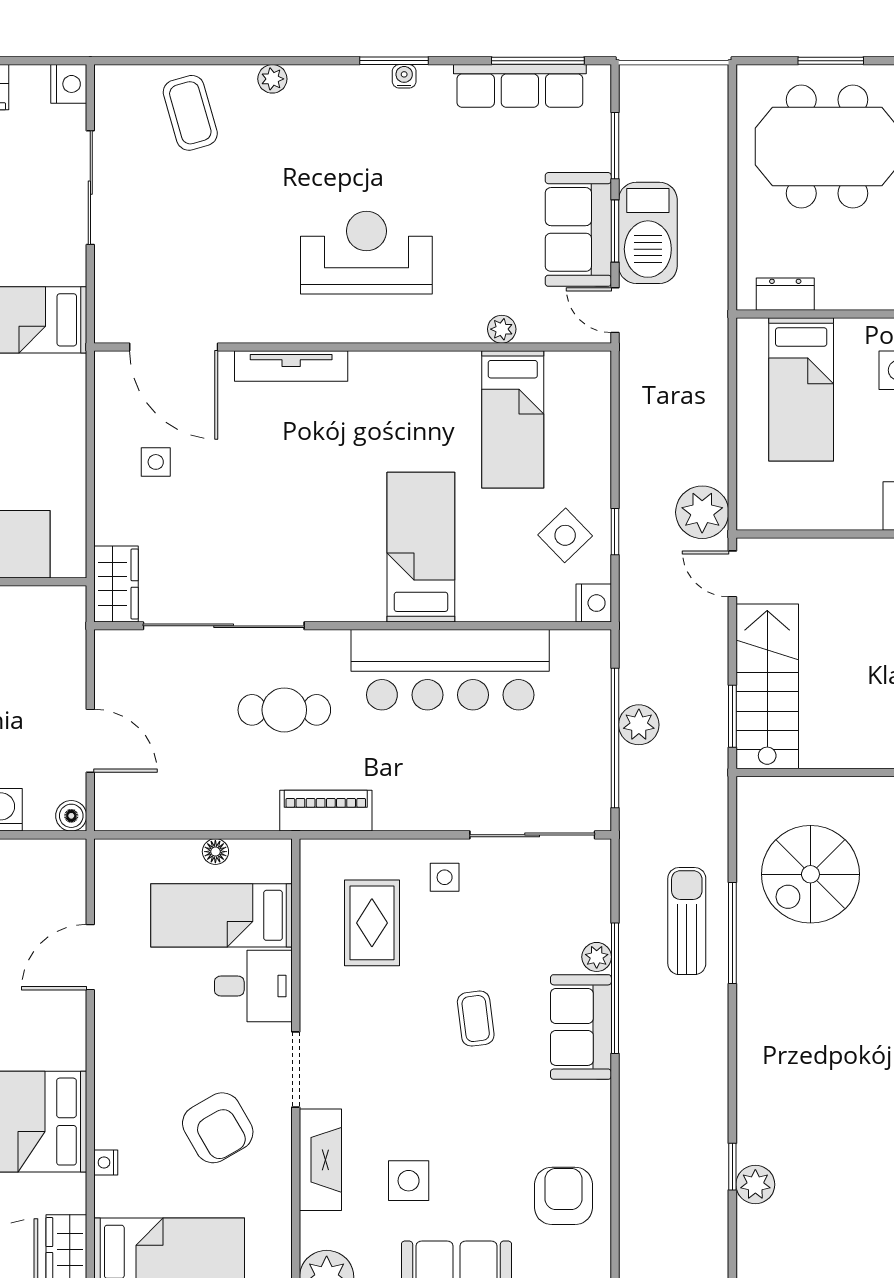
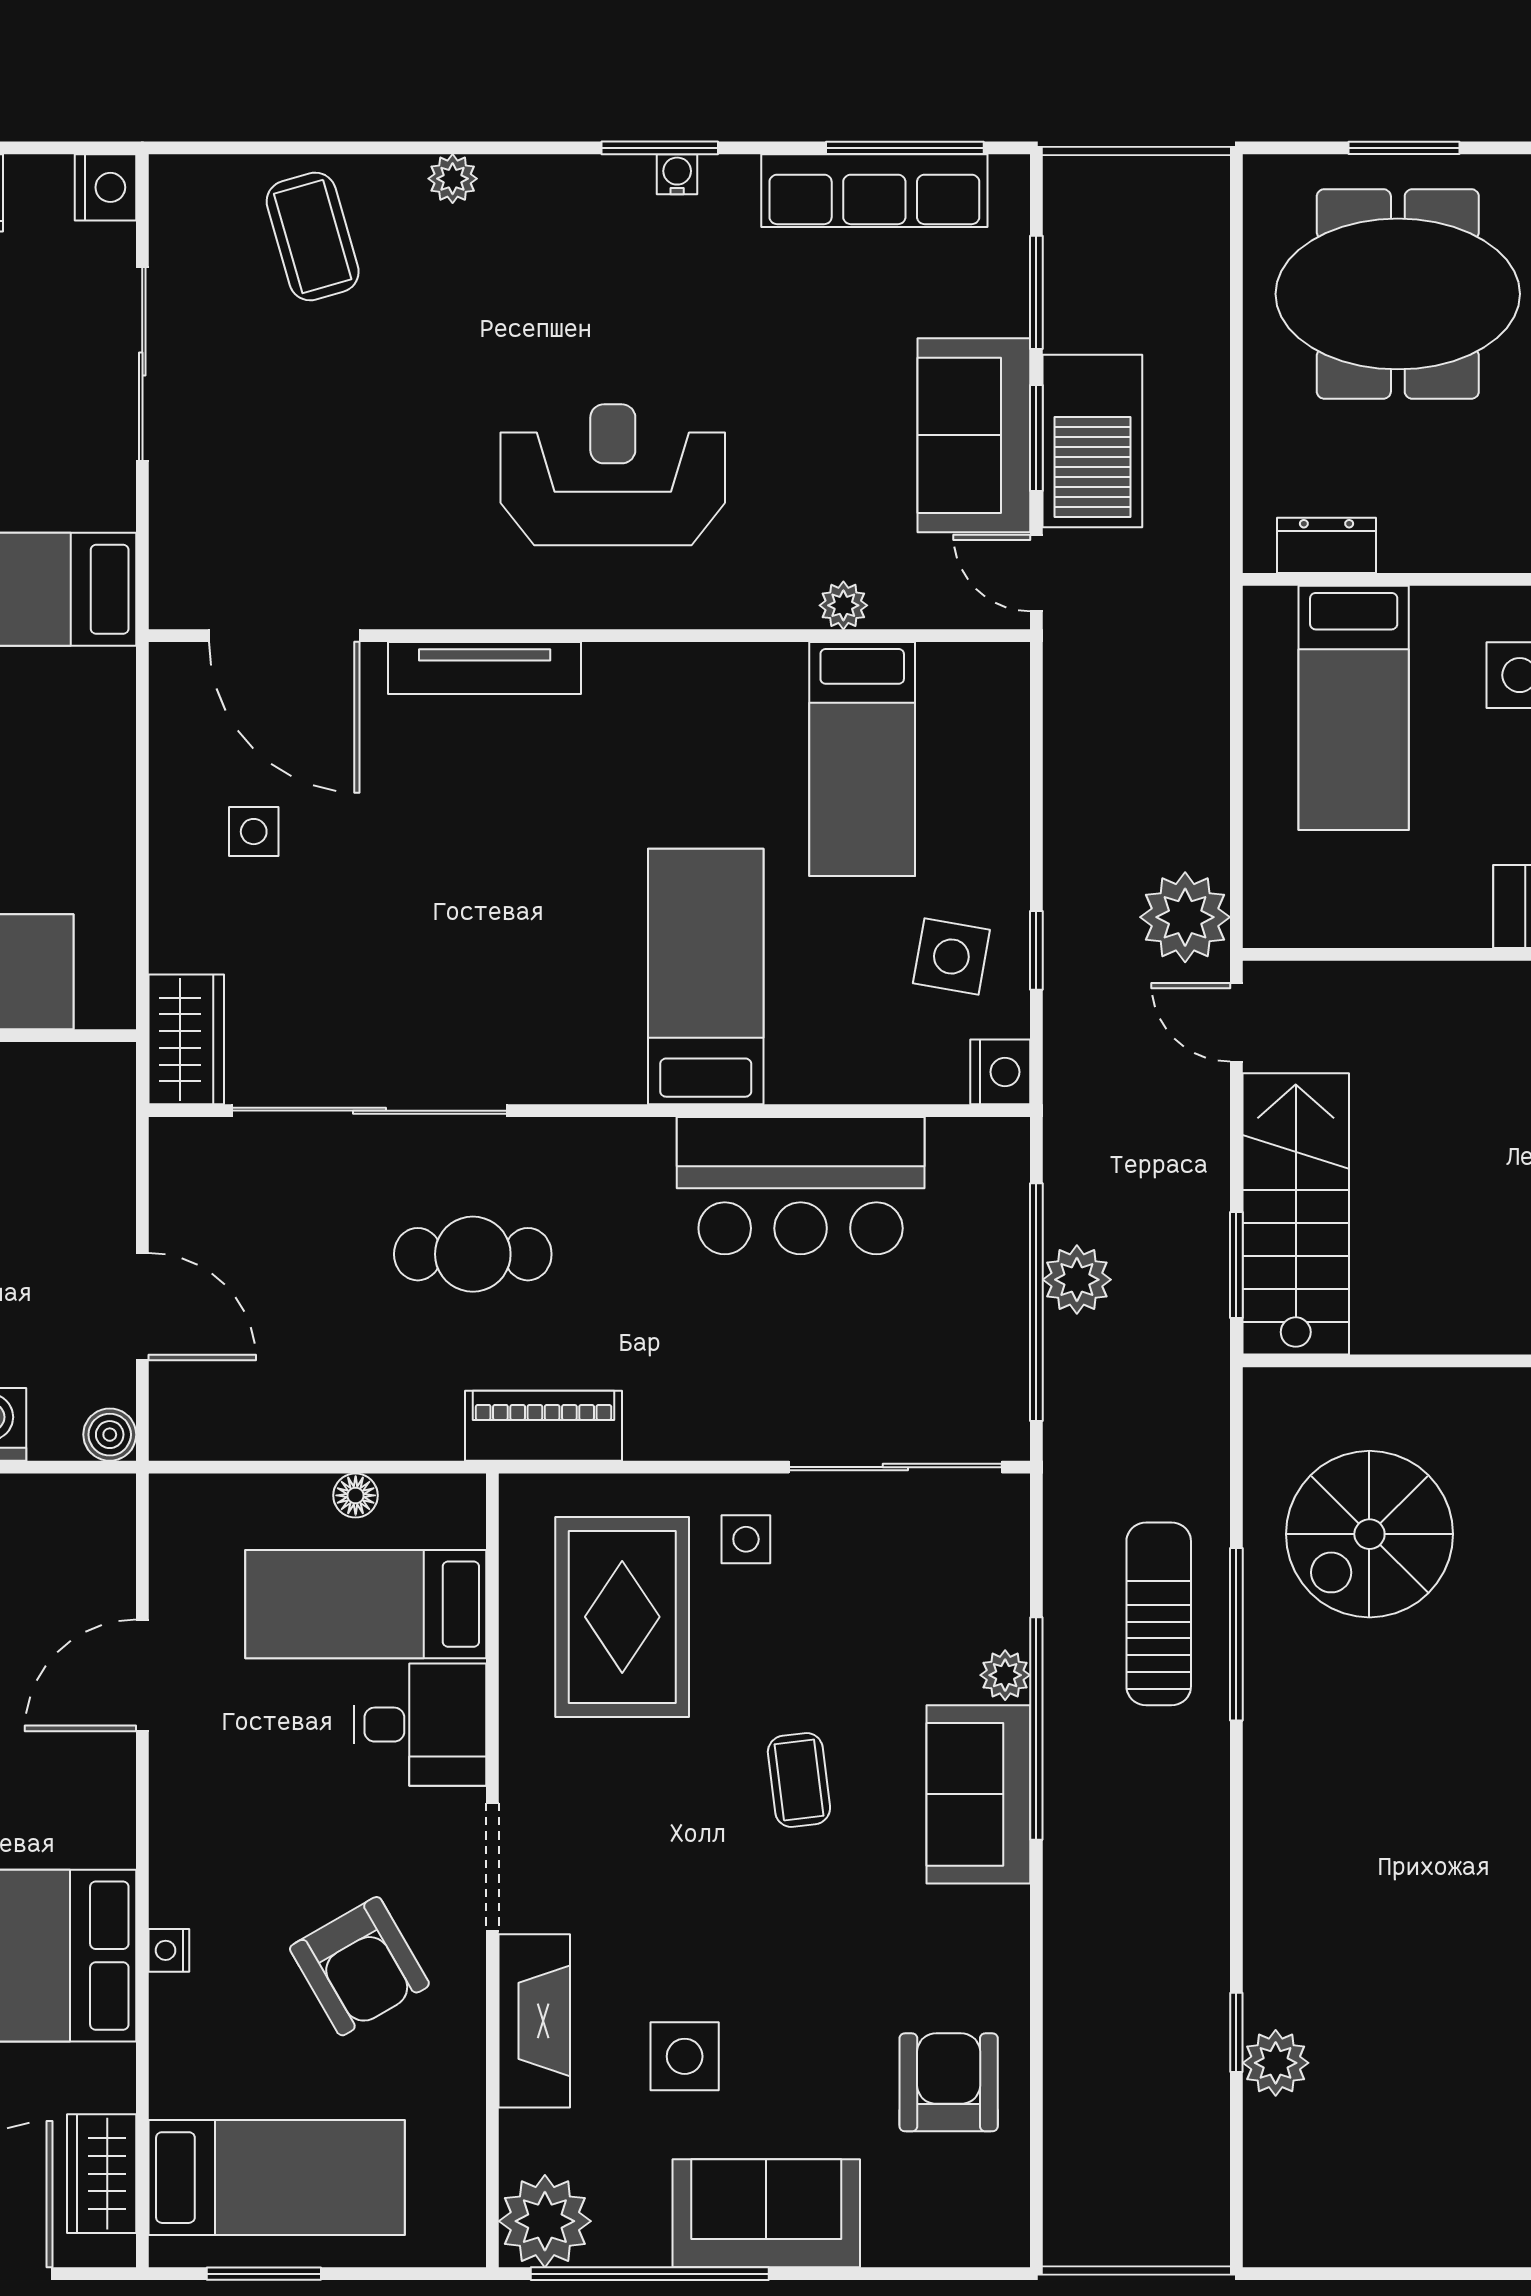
side table: (565, 535) -> (951, 956), turned -36
bar counter: (450, 670) -> (801, 1186), width x0.73
rug: (372, 923) -> (622, 1617), width x1.36, depth x1.43
nightstand: (106, 1162) -> (169, 1950), moved

